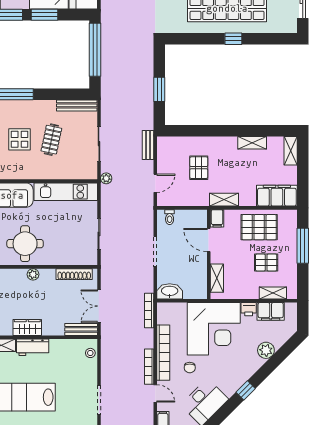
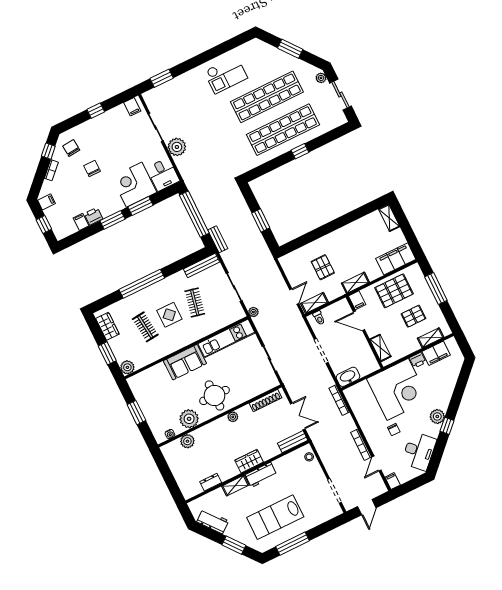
shelving: (252, 143) -> (314, 303), moved
bench: (148, 145) -> (218, 239), moved
double door: (99, 306) -> (298, 416), swing flipped
plant: (266, 350) -> (437, 416), moved
bookcase: (163, 353) -> (367, 428), removed
door: (155, 393) -> (376, 464), swing flipped

